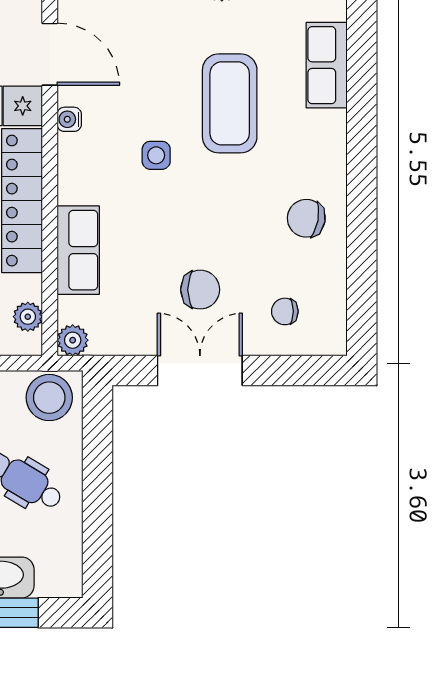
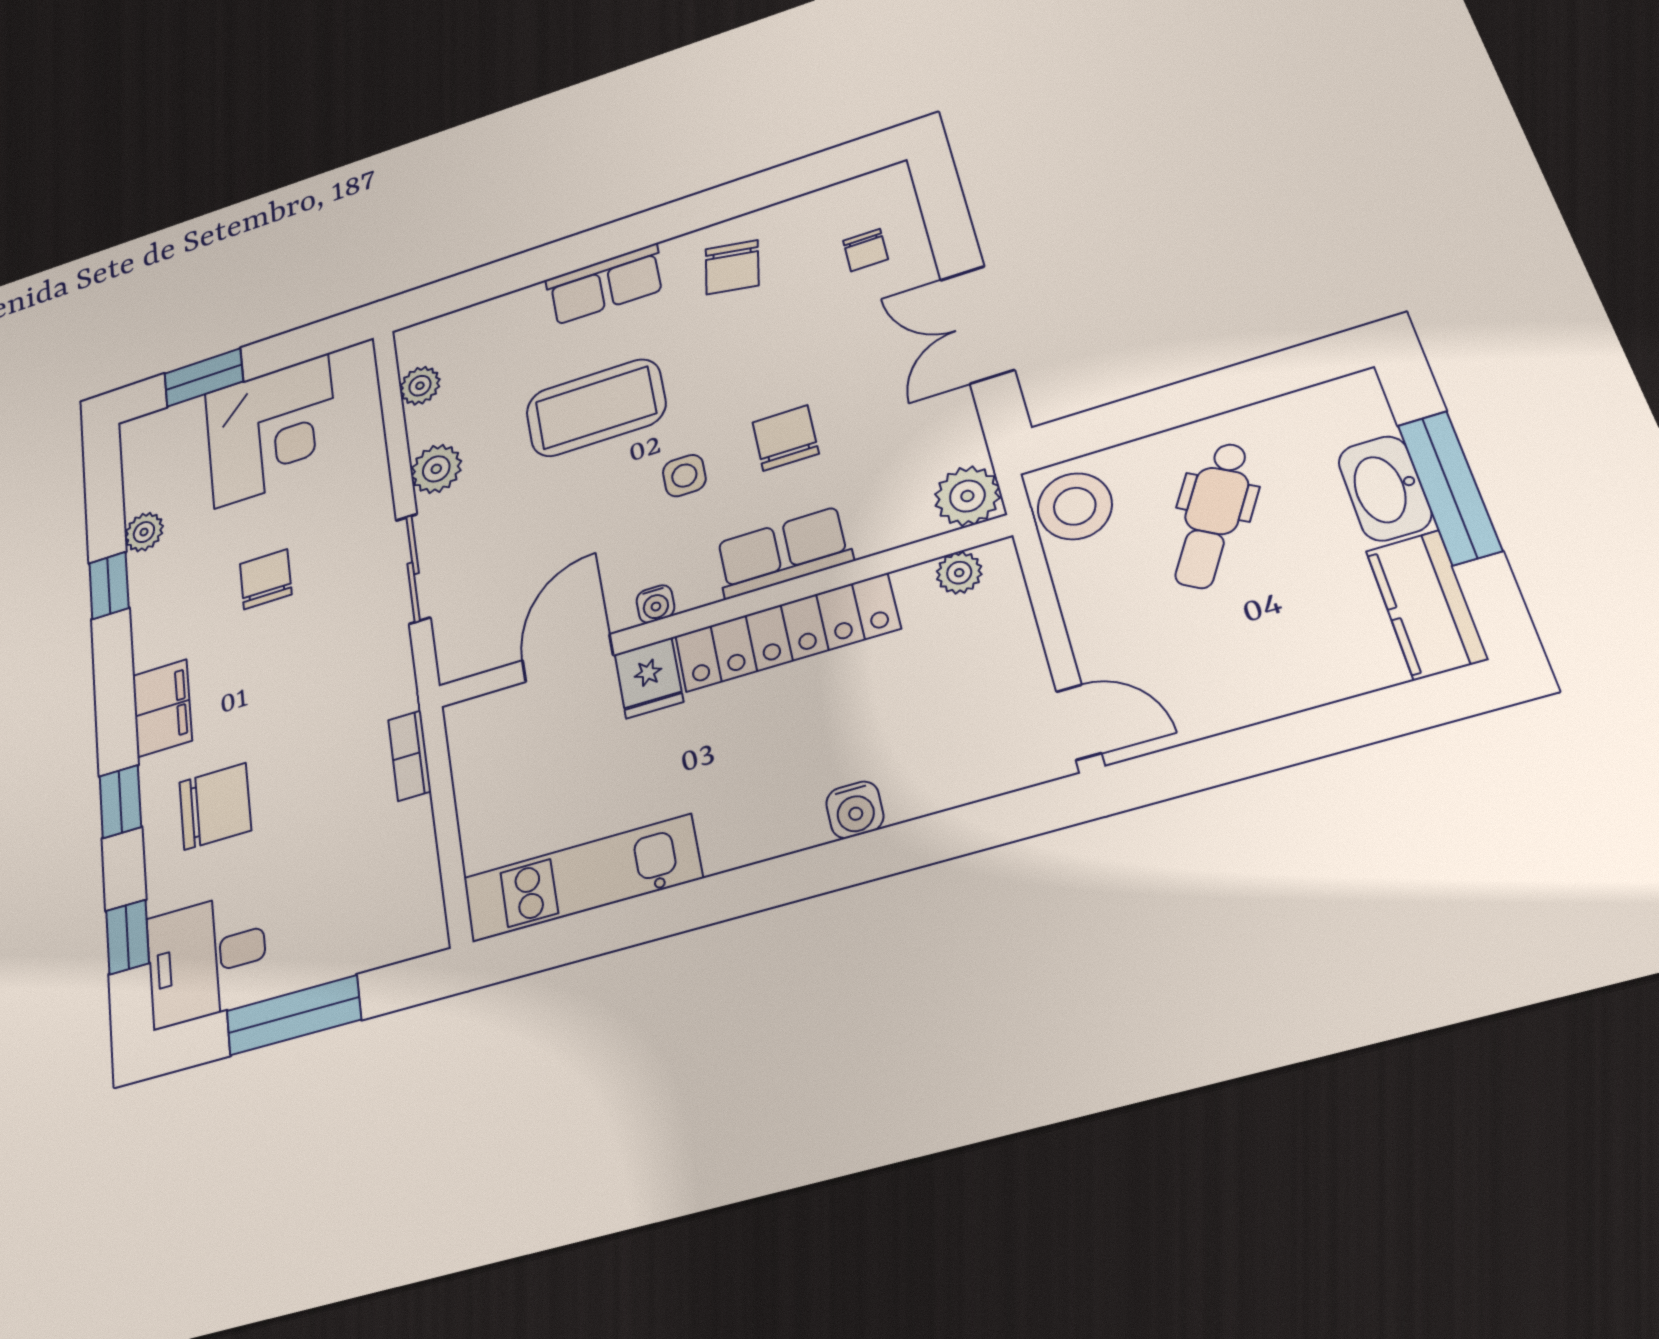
row of seats: (327, 65) -> (605, 284), moved
row of seats: (78, 250) -> (783, 552), moved
chair: (200, 290) -> (786, 438), moved
plant: (73, 340) -> (967, 496), width x1.38, depth x1.38

